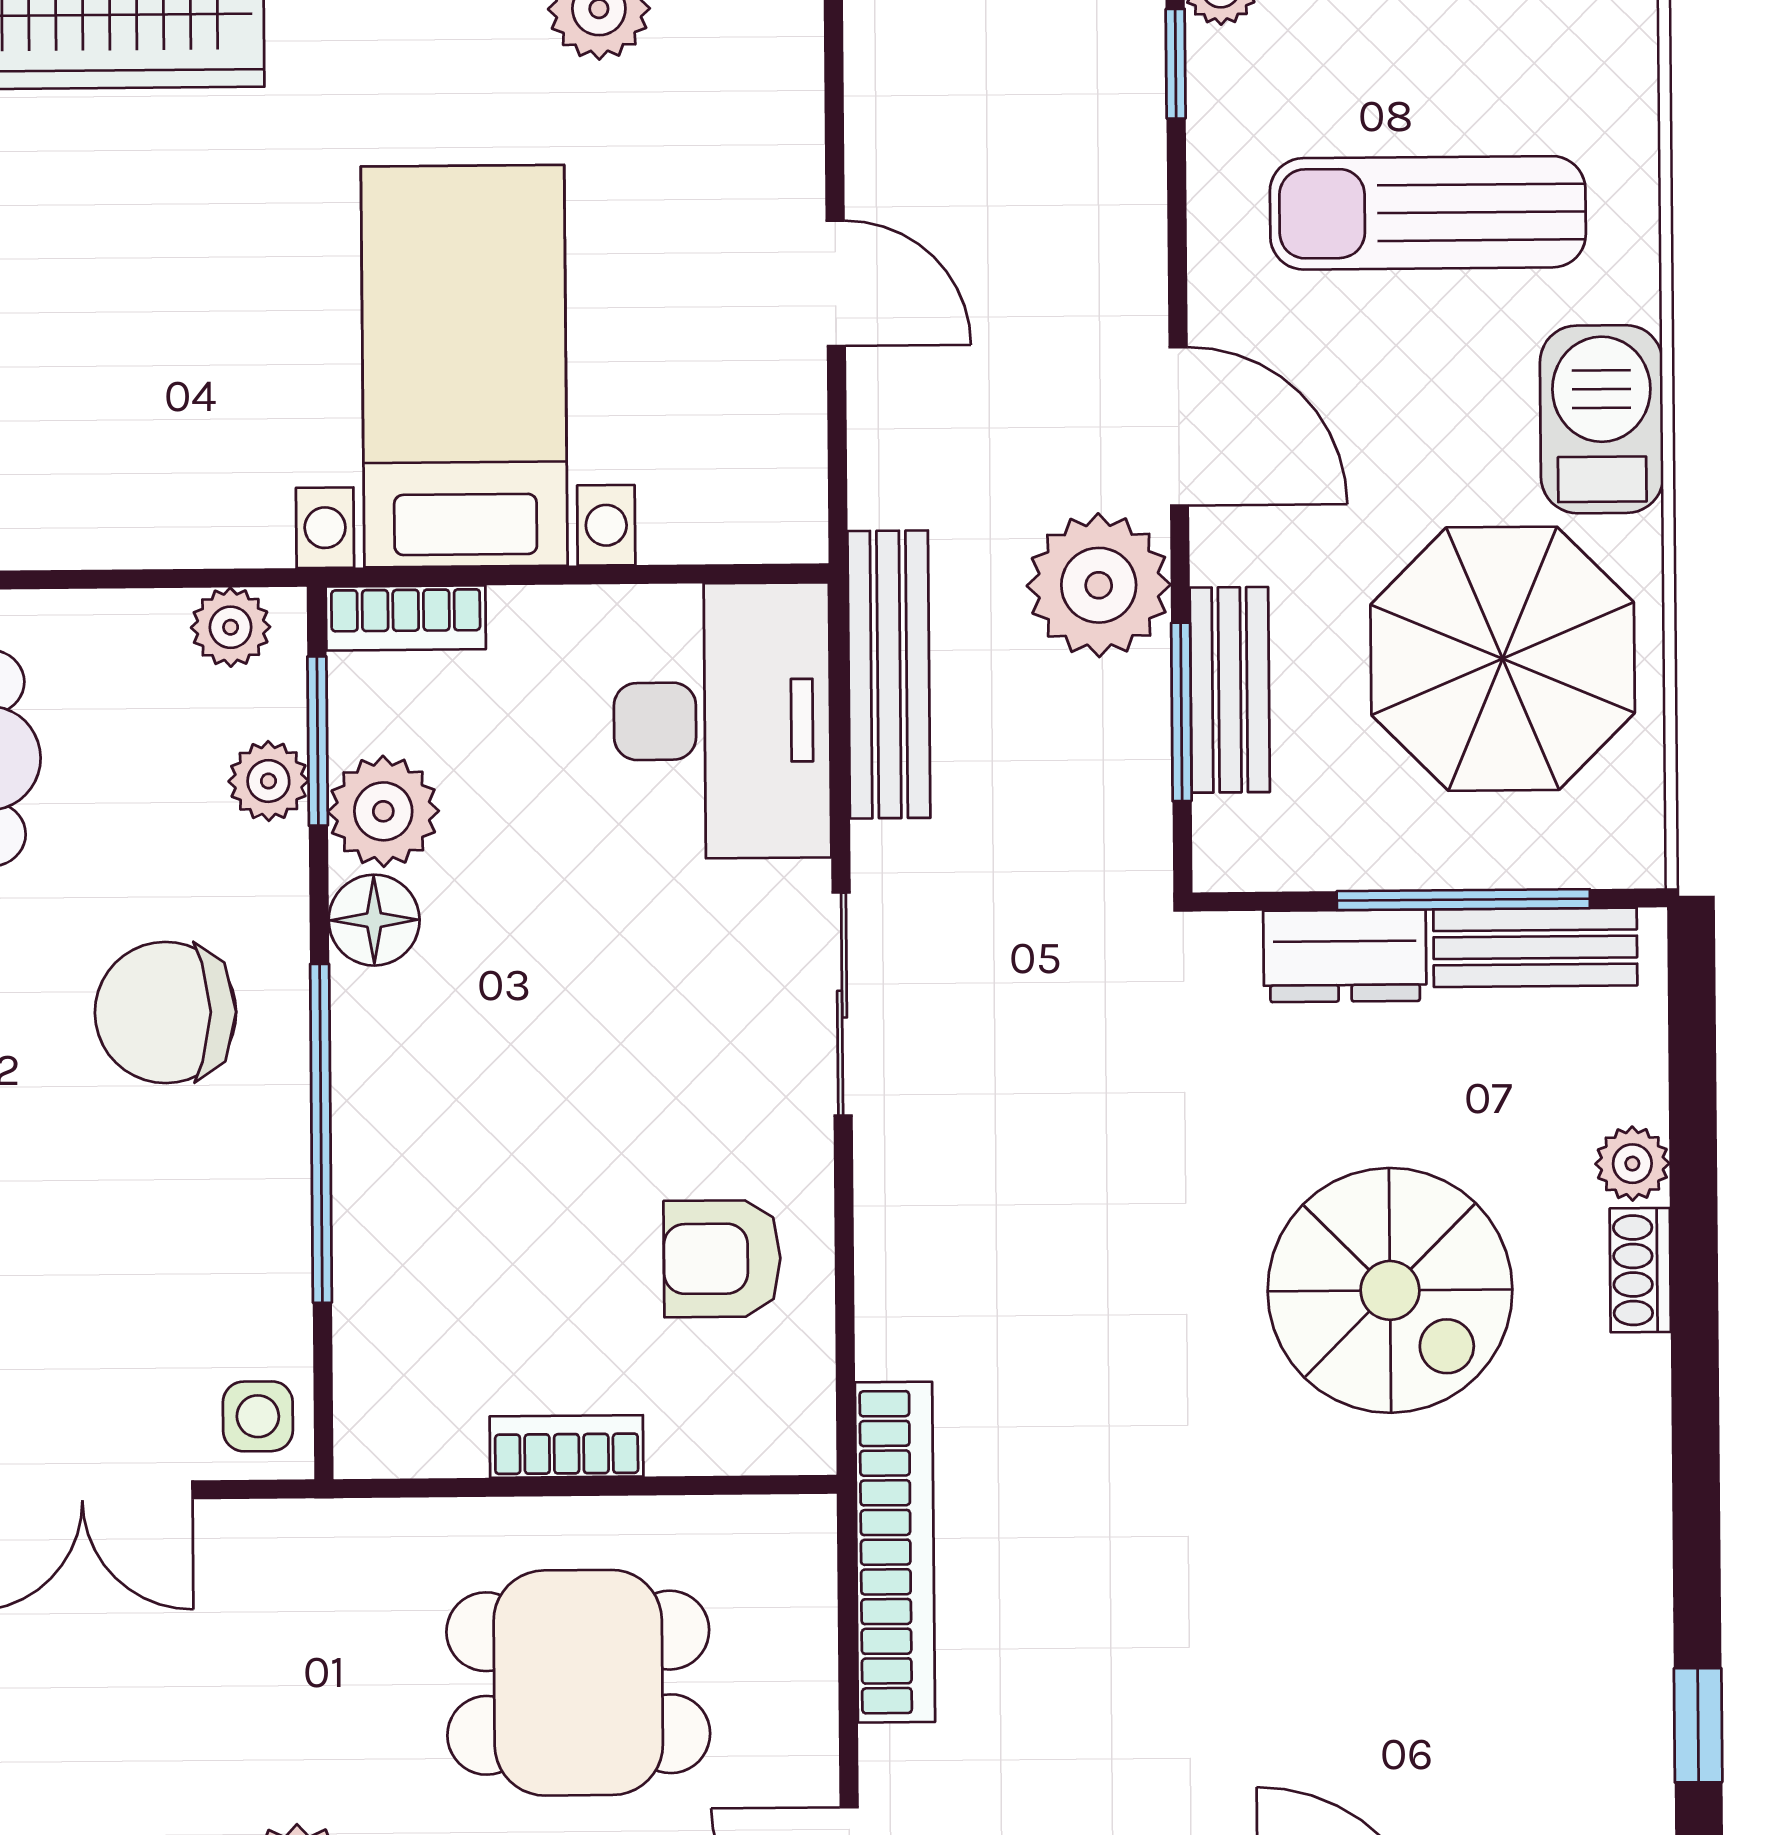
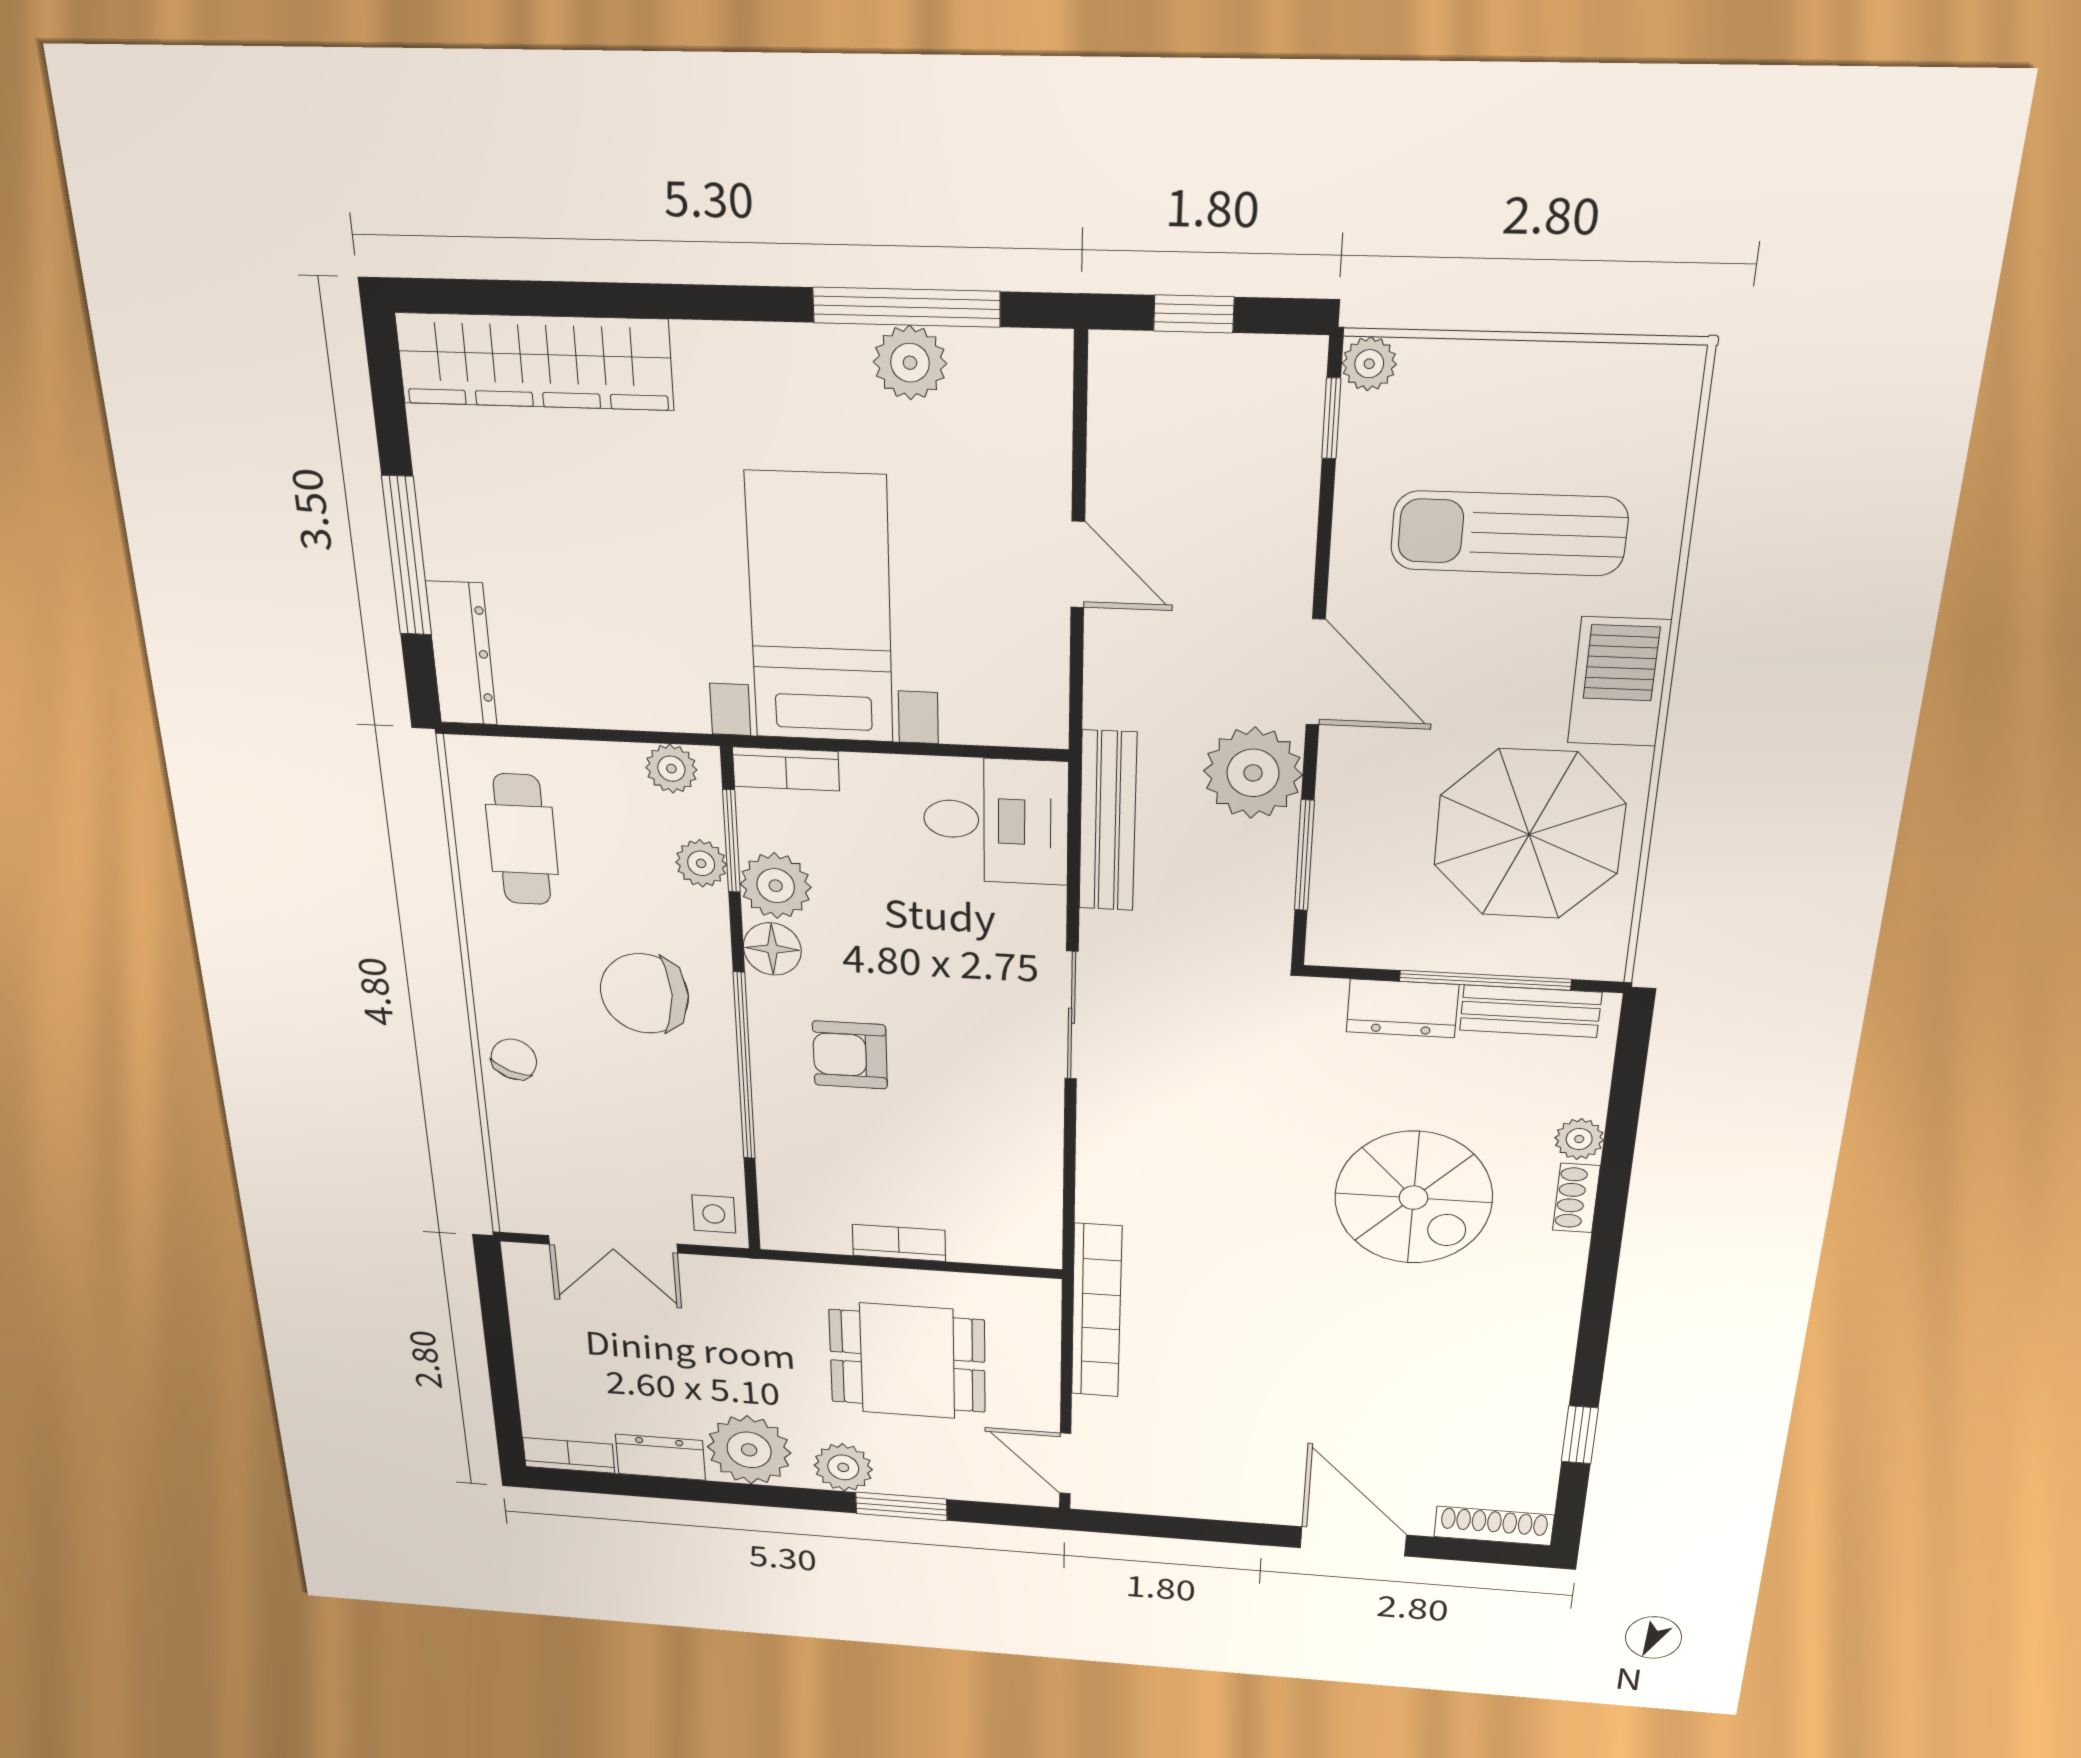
bench: (1230, 690) -> (1338, 844), removed
desk: (722, 721) -> (996, 821), width x0.73
armchair: (722, 1259) -> (850, 1055), moved

